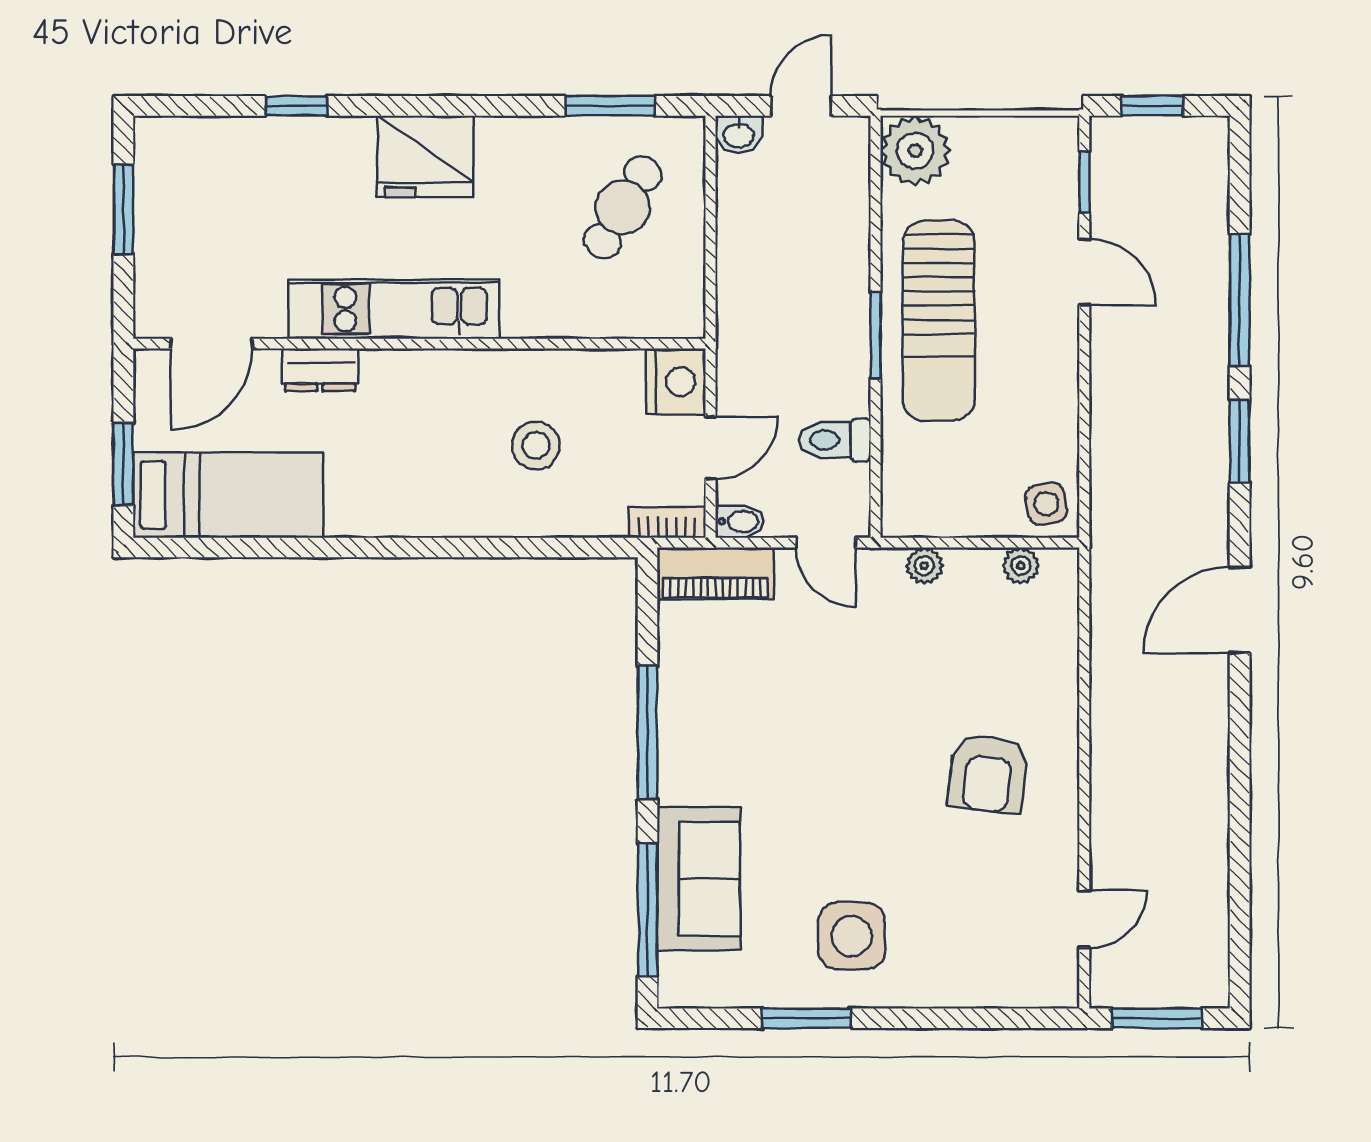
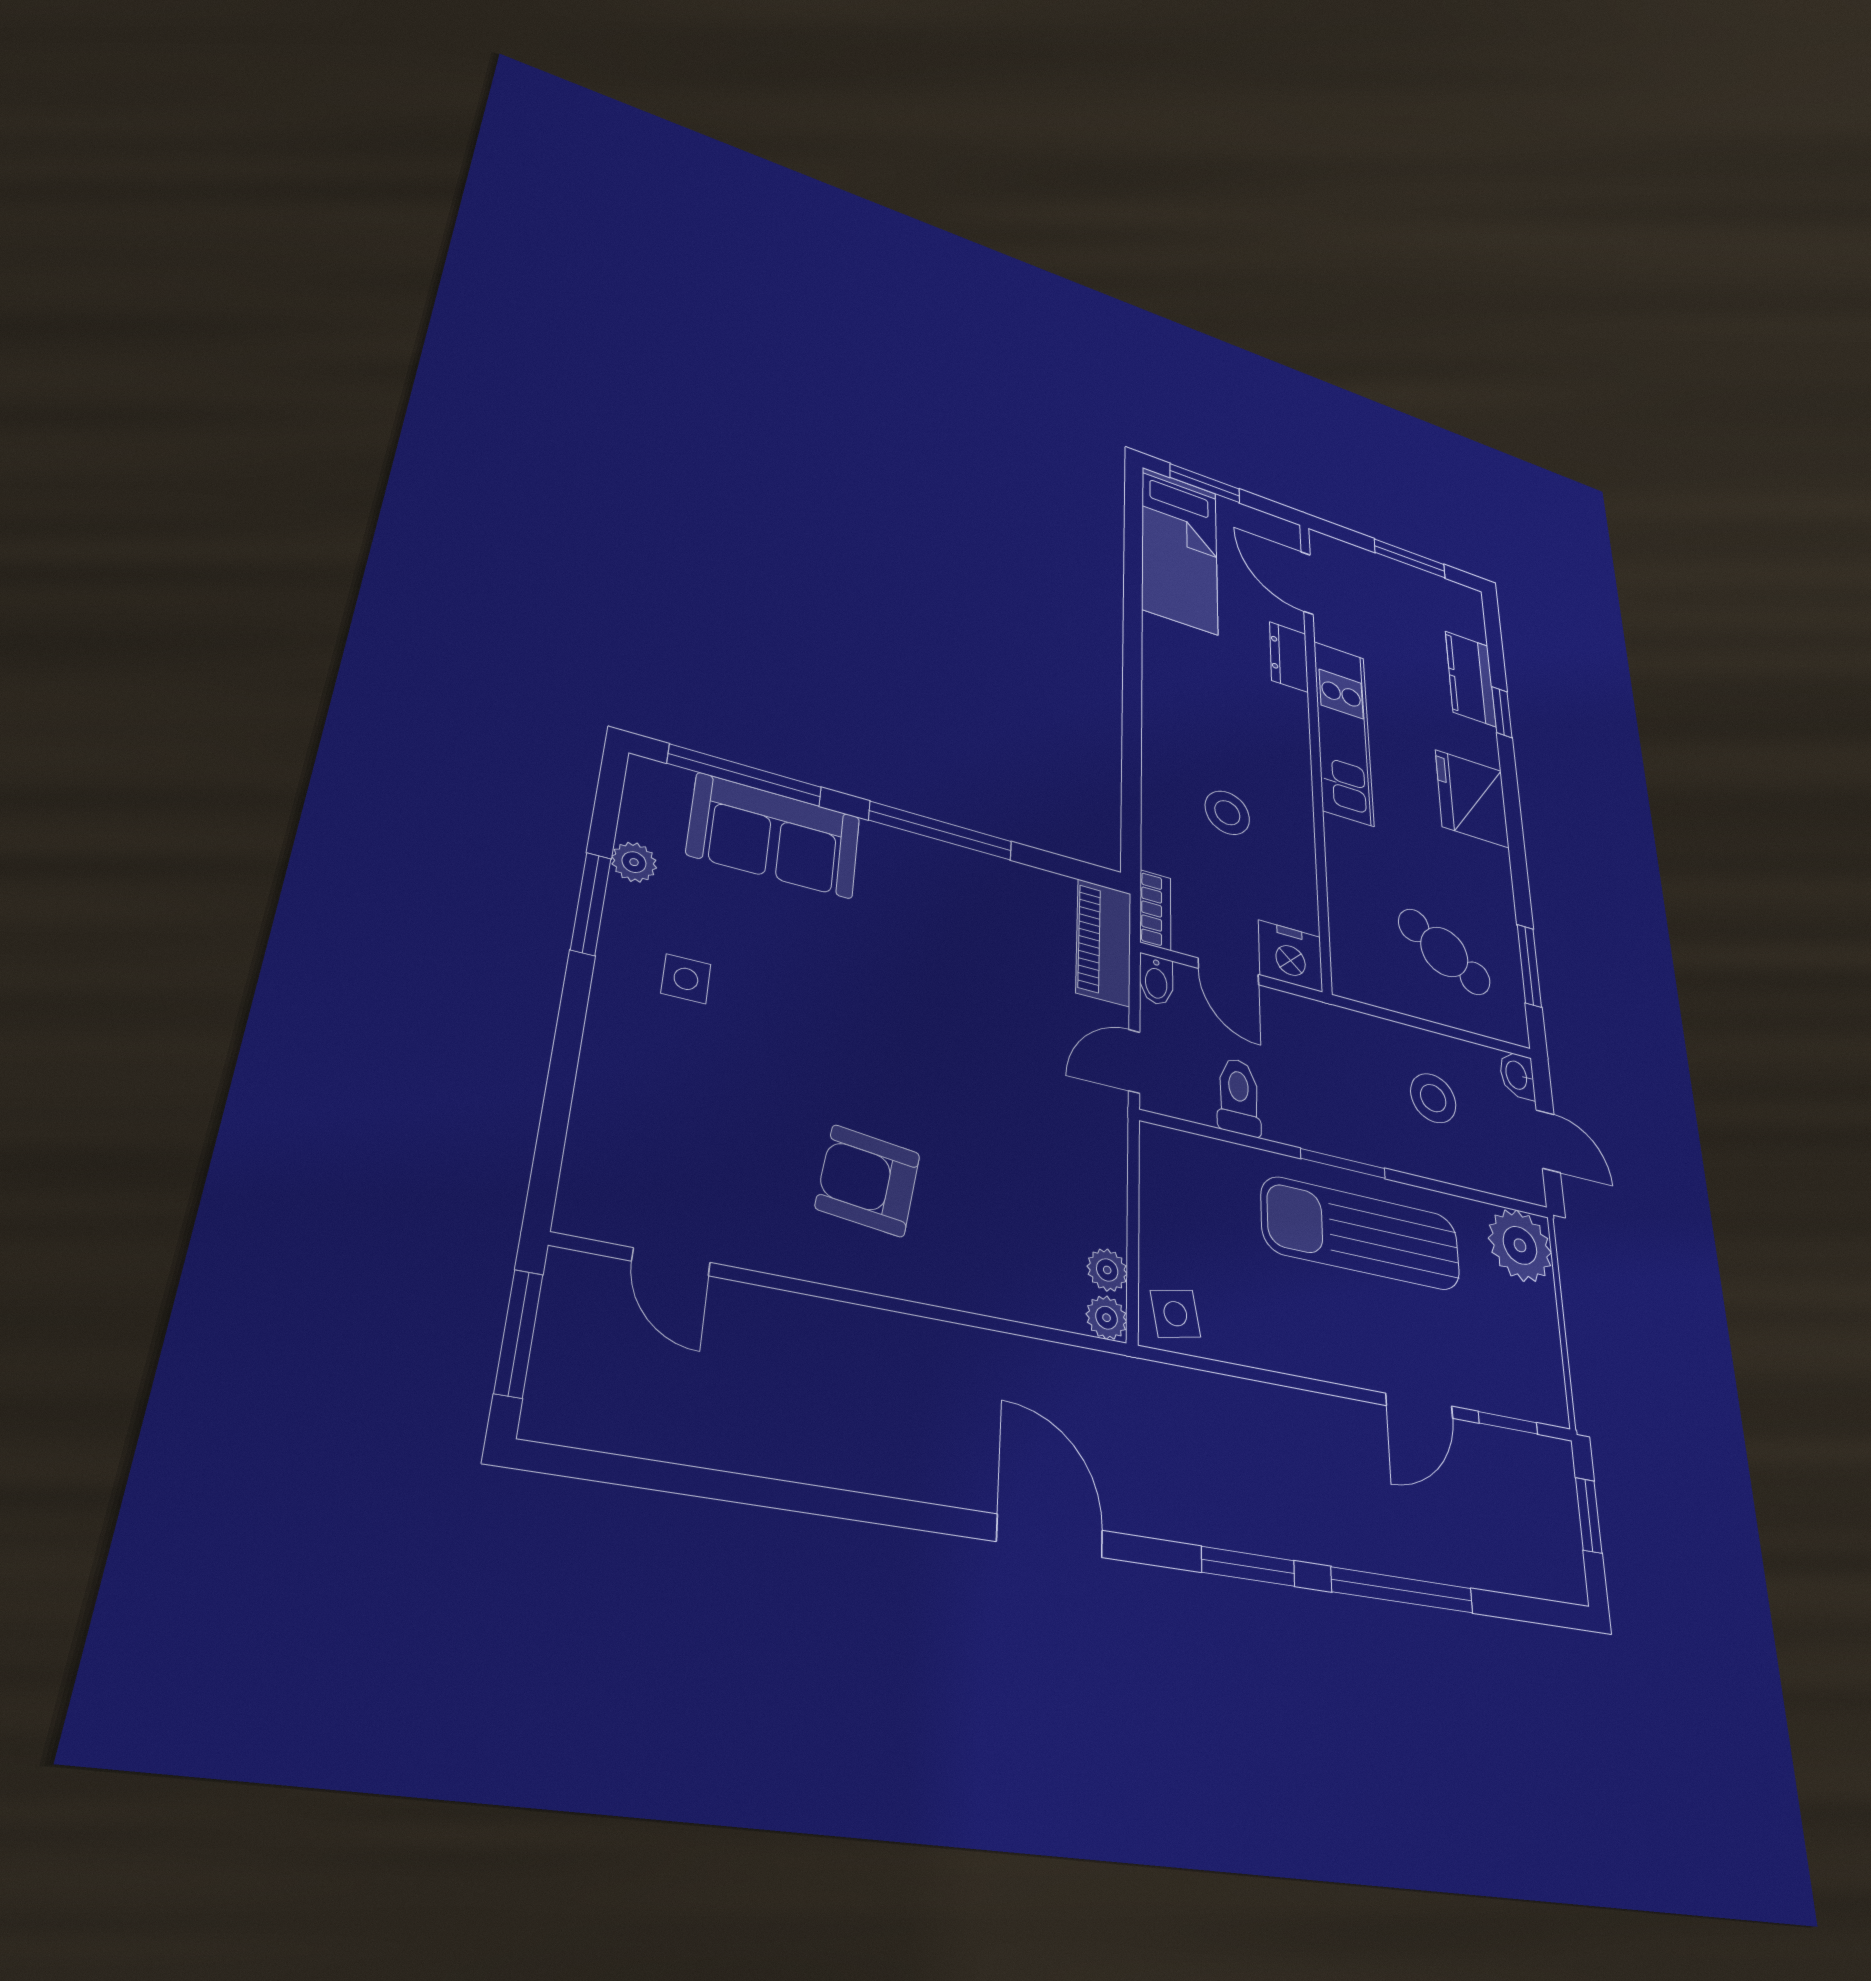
kitchen counter: (265, 143) -> (1471, 679), added
stool: (787, 234) -> (1433, 1098), added
plant: (924, 566) -> (1107, 1318), moved
side table: (852, 936) -> (686, 979), width x0.54, depth x0.54
plant: (759, 990) -> (634, 862), added

